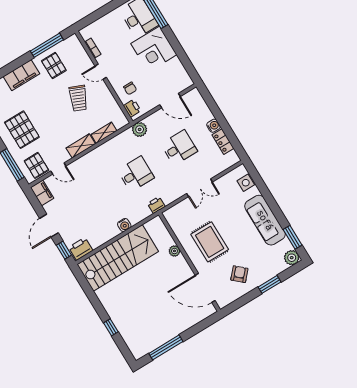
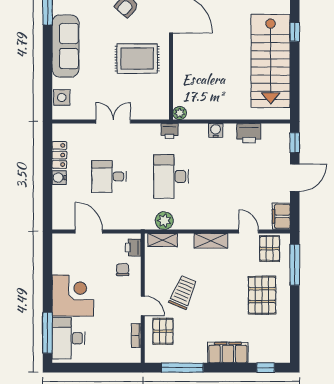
pallet: (54, 66) -> (163, 331), moved
plant: (140, 129) -> (164, 221), moved
shelving: (104, 133) -> (163, 240), moved
desk: (136, 174) -> (171, 176), width x1.37
rug: (210, 242) -> (137, 59), turned 90
printer: (81, 249) -> (249, 133), moved
plant: (174, 251) -> (180, 113), moved
stairs: (118, 258) -> (271, 61), moved, turned -90

